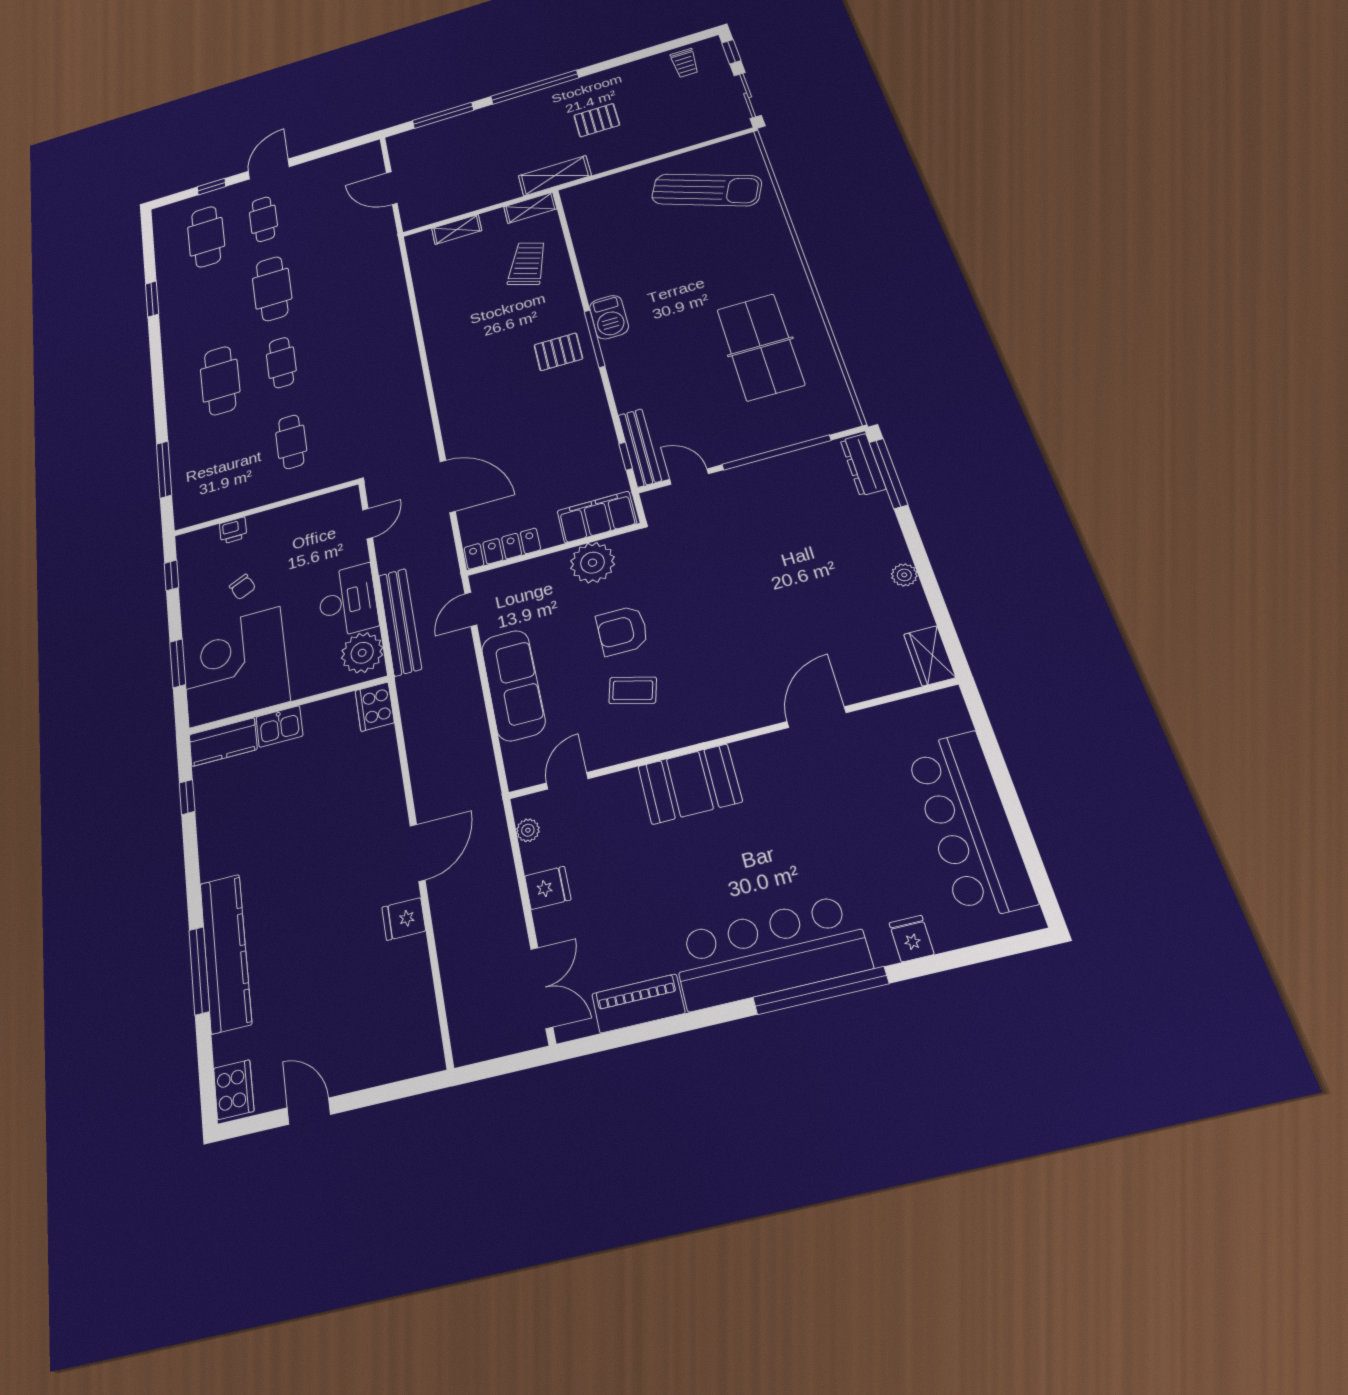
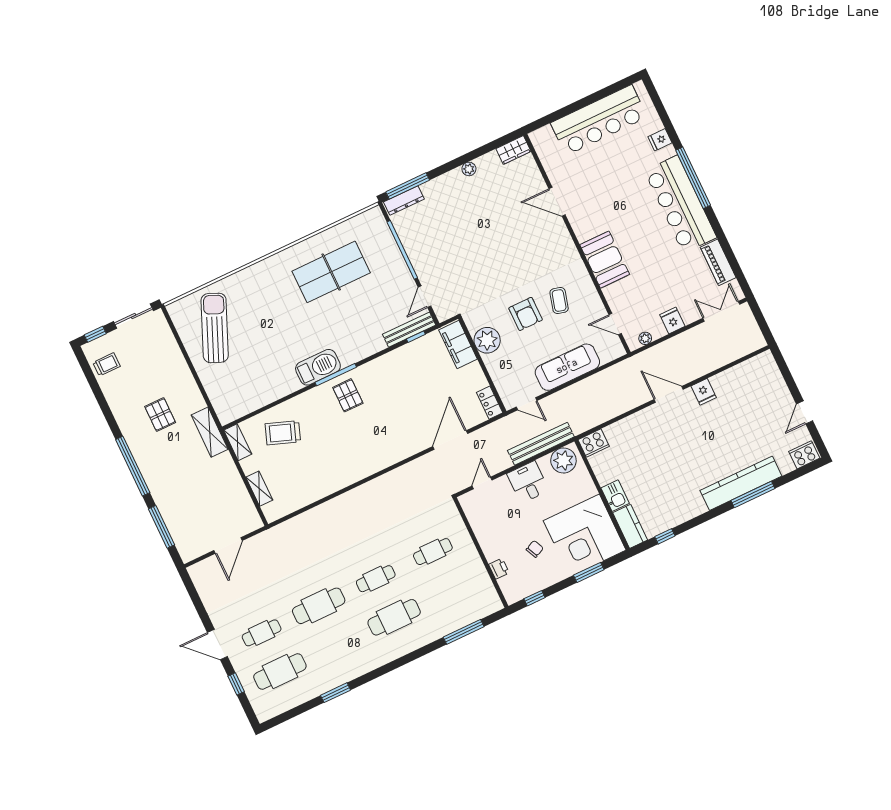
barbecue: (609, 317) -> (318, 367), width x1.37, depth x1.21
door: (368, 524) -> (482, 483), hinge flipped
locker: (502, 549) -> (490, 403), width x0.66
desk: (348, 601) -> (528, 482), width x0.73

